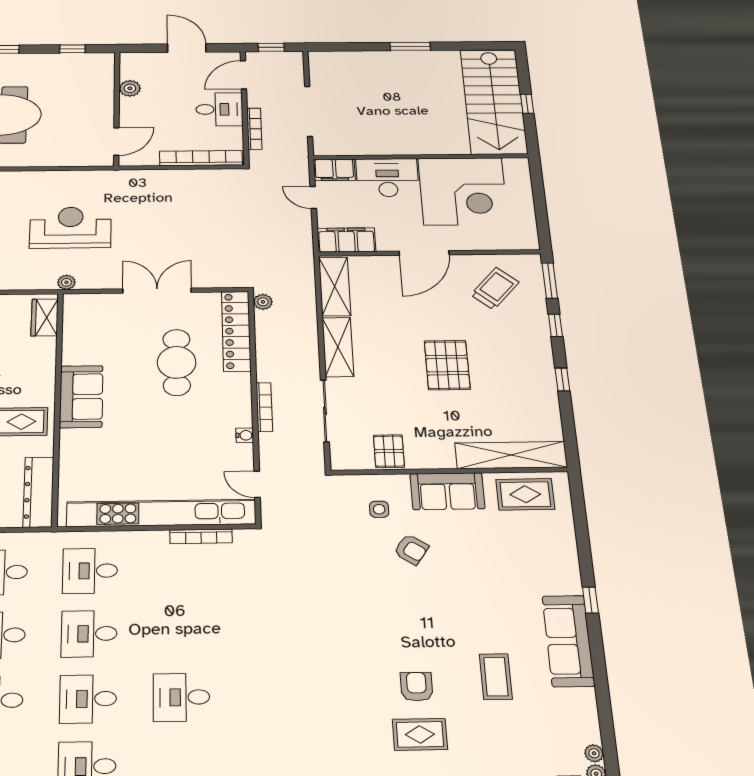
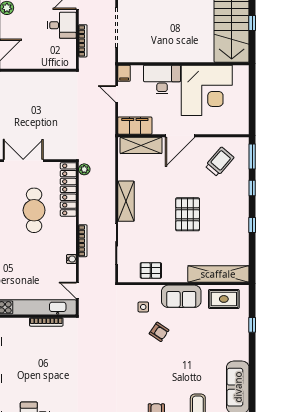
bookcase: (201, 158) -> (50, 63), removed
filing cabinet: (334, 170) -> (124, 73), width x0.50
shelving: (335, 286) -> (141, 145), moved, turned 90
pallet: (389, 451) -> (151, 270), turned 90
window: (590, 600) -> (252, 325), moved

